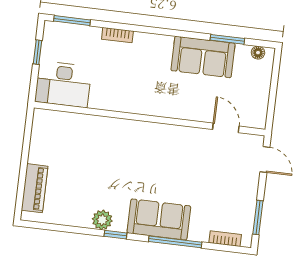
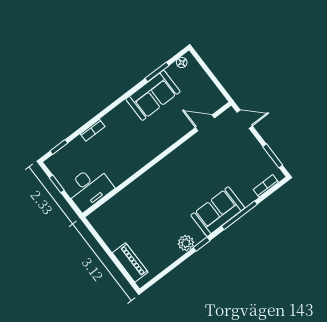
window: (72, 20) -> (59, 147), width x0.67

